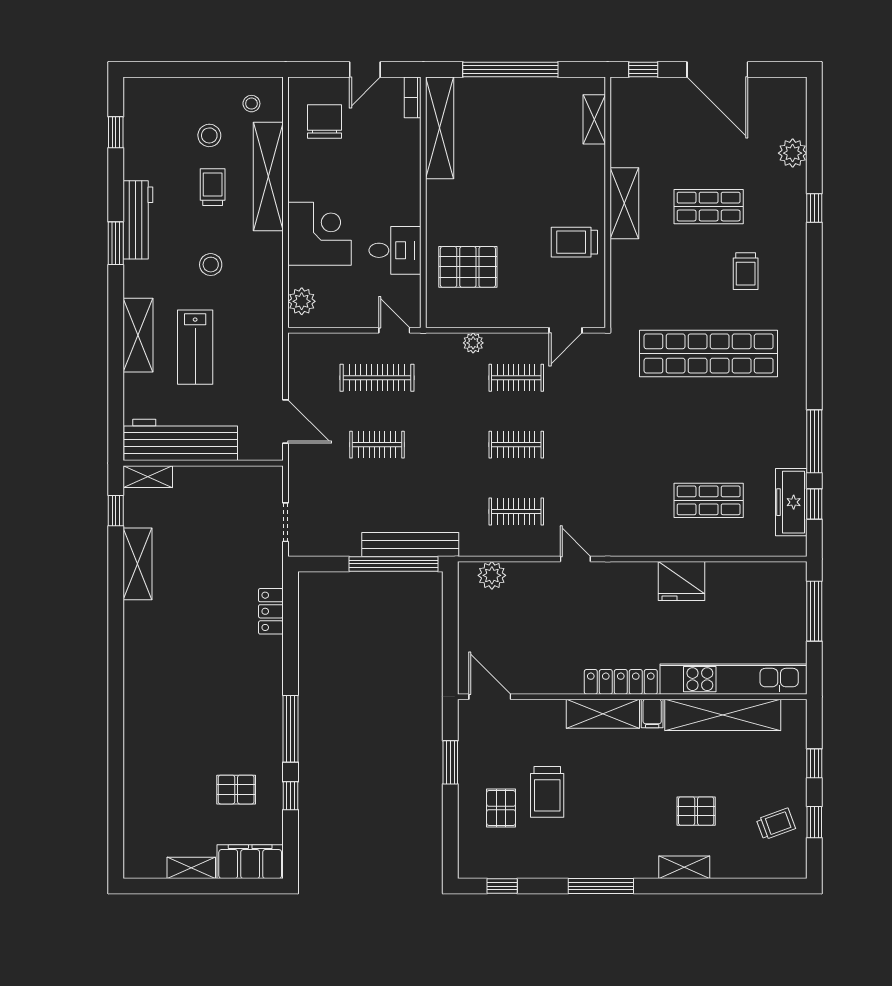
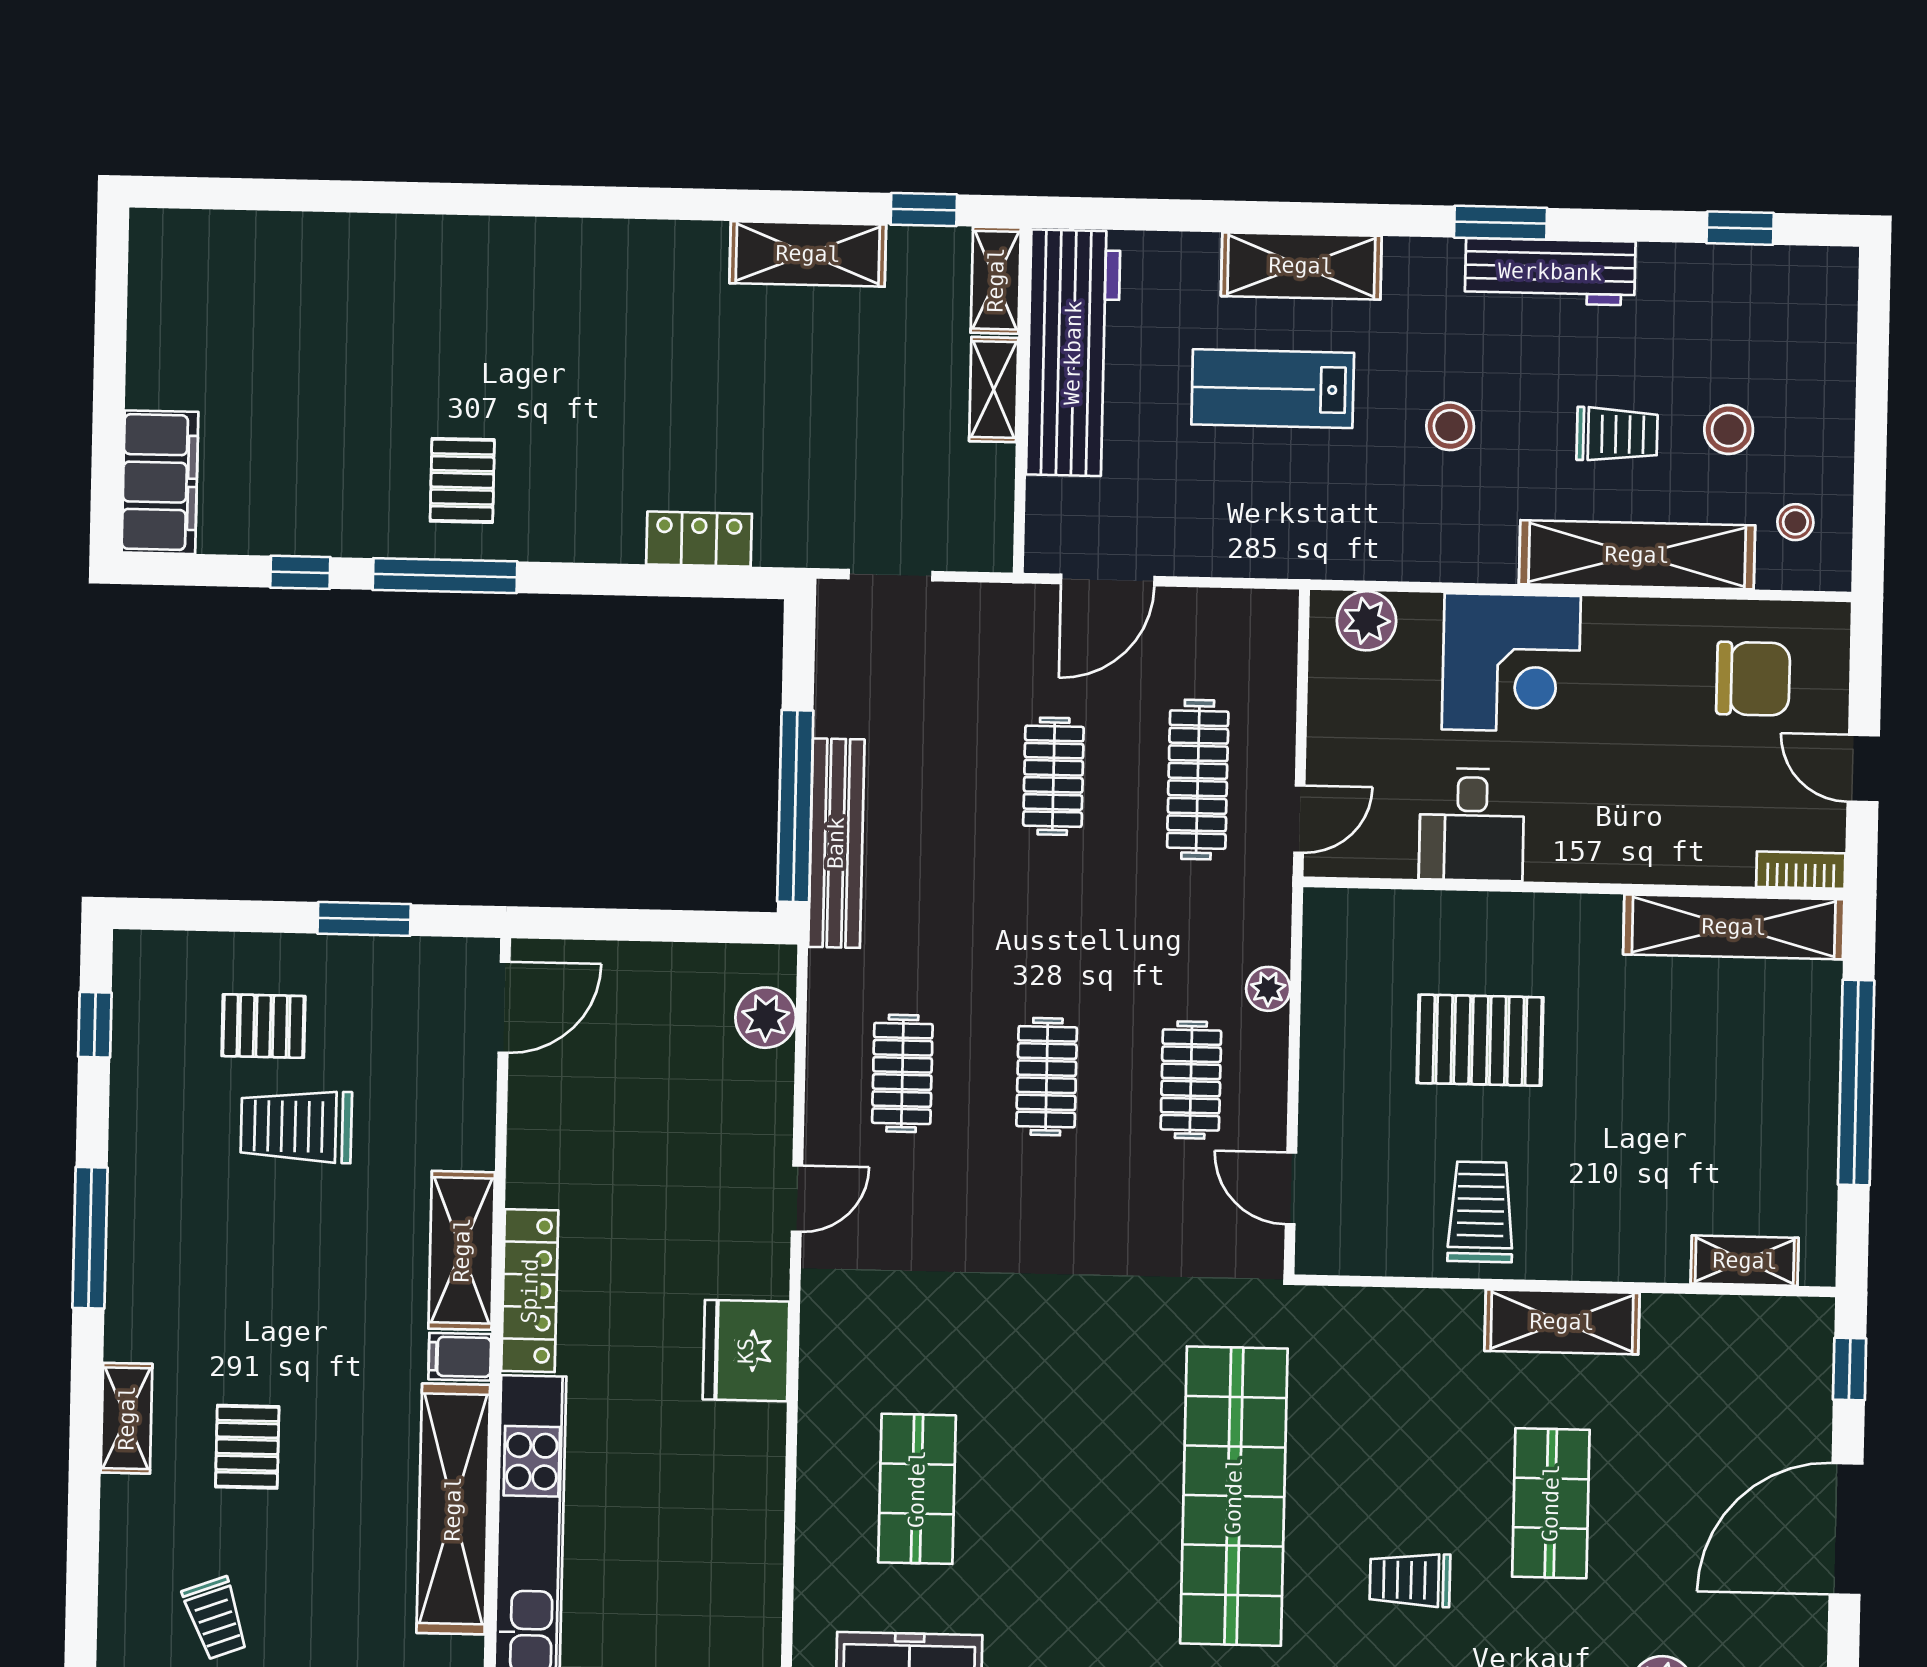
pallet: (468, 267) -> (1480, 1040), moved, turned 90
fridge: (681, 581) -> (746, 1351), moved
pallet: (236, 790) -> (462, 480), moved
shelving: (191, 868) -> (994, 390), moved

